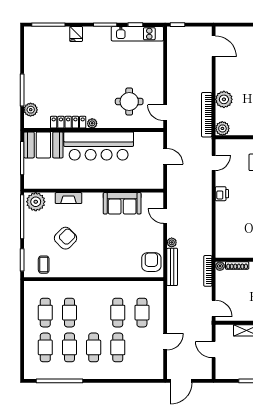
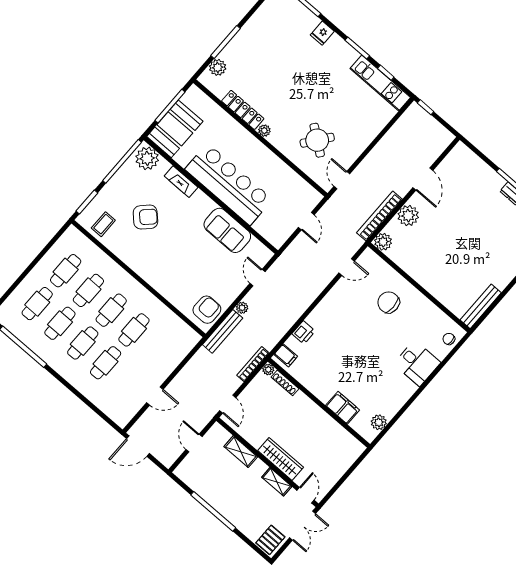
door: (214, 46) -> (423, 179), moved
round table: (129, 101) -> (317, 140), turned 37
booth: (43, 145) -> (175, 129), moved, turned 90
bar counter: (99, 146) -> (229, 184), moved, turned 180
printer: (222, 194) -> (304, 332), moved
filing cabinet: (223, 248) -> (286, 355), added
cafe table: (142, 313) -> (111, 310), moved

